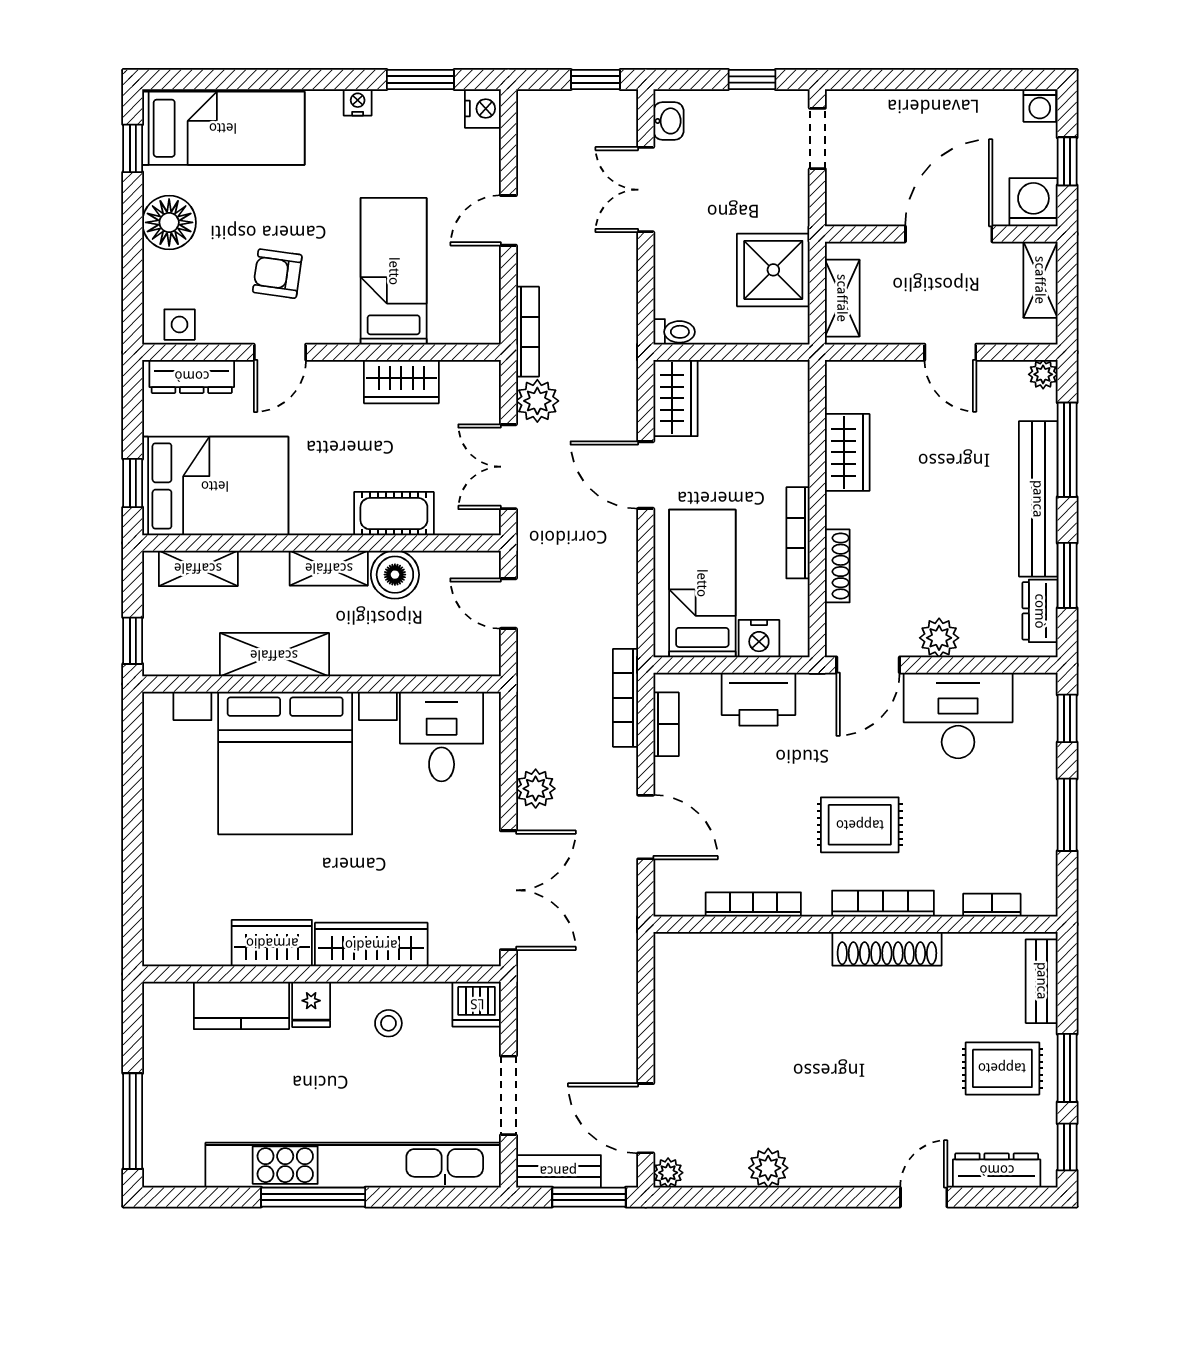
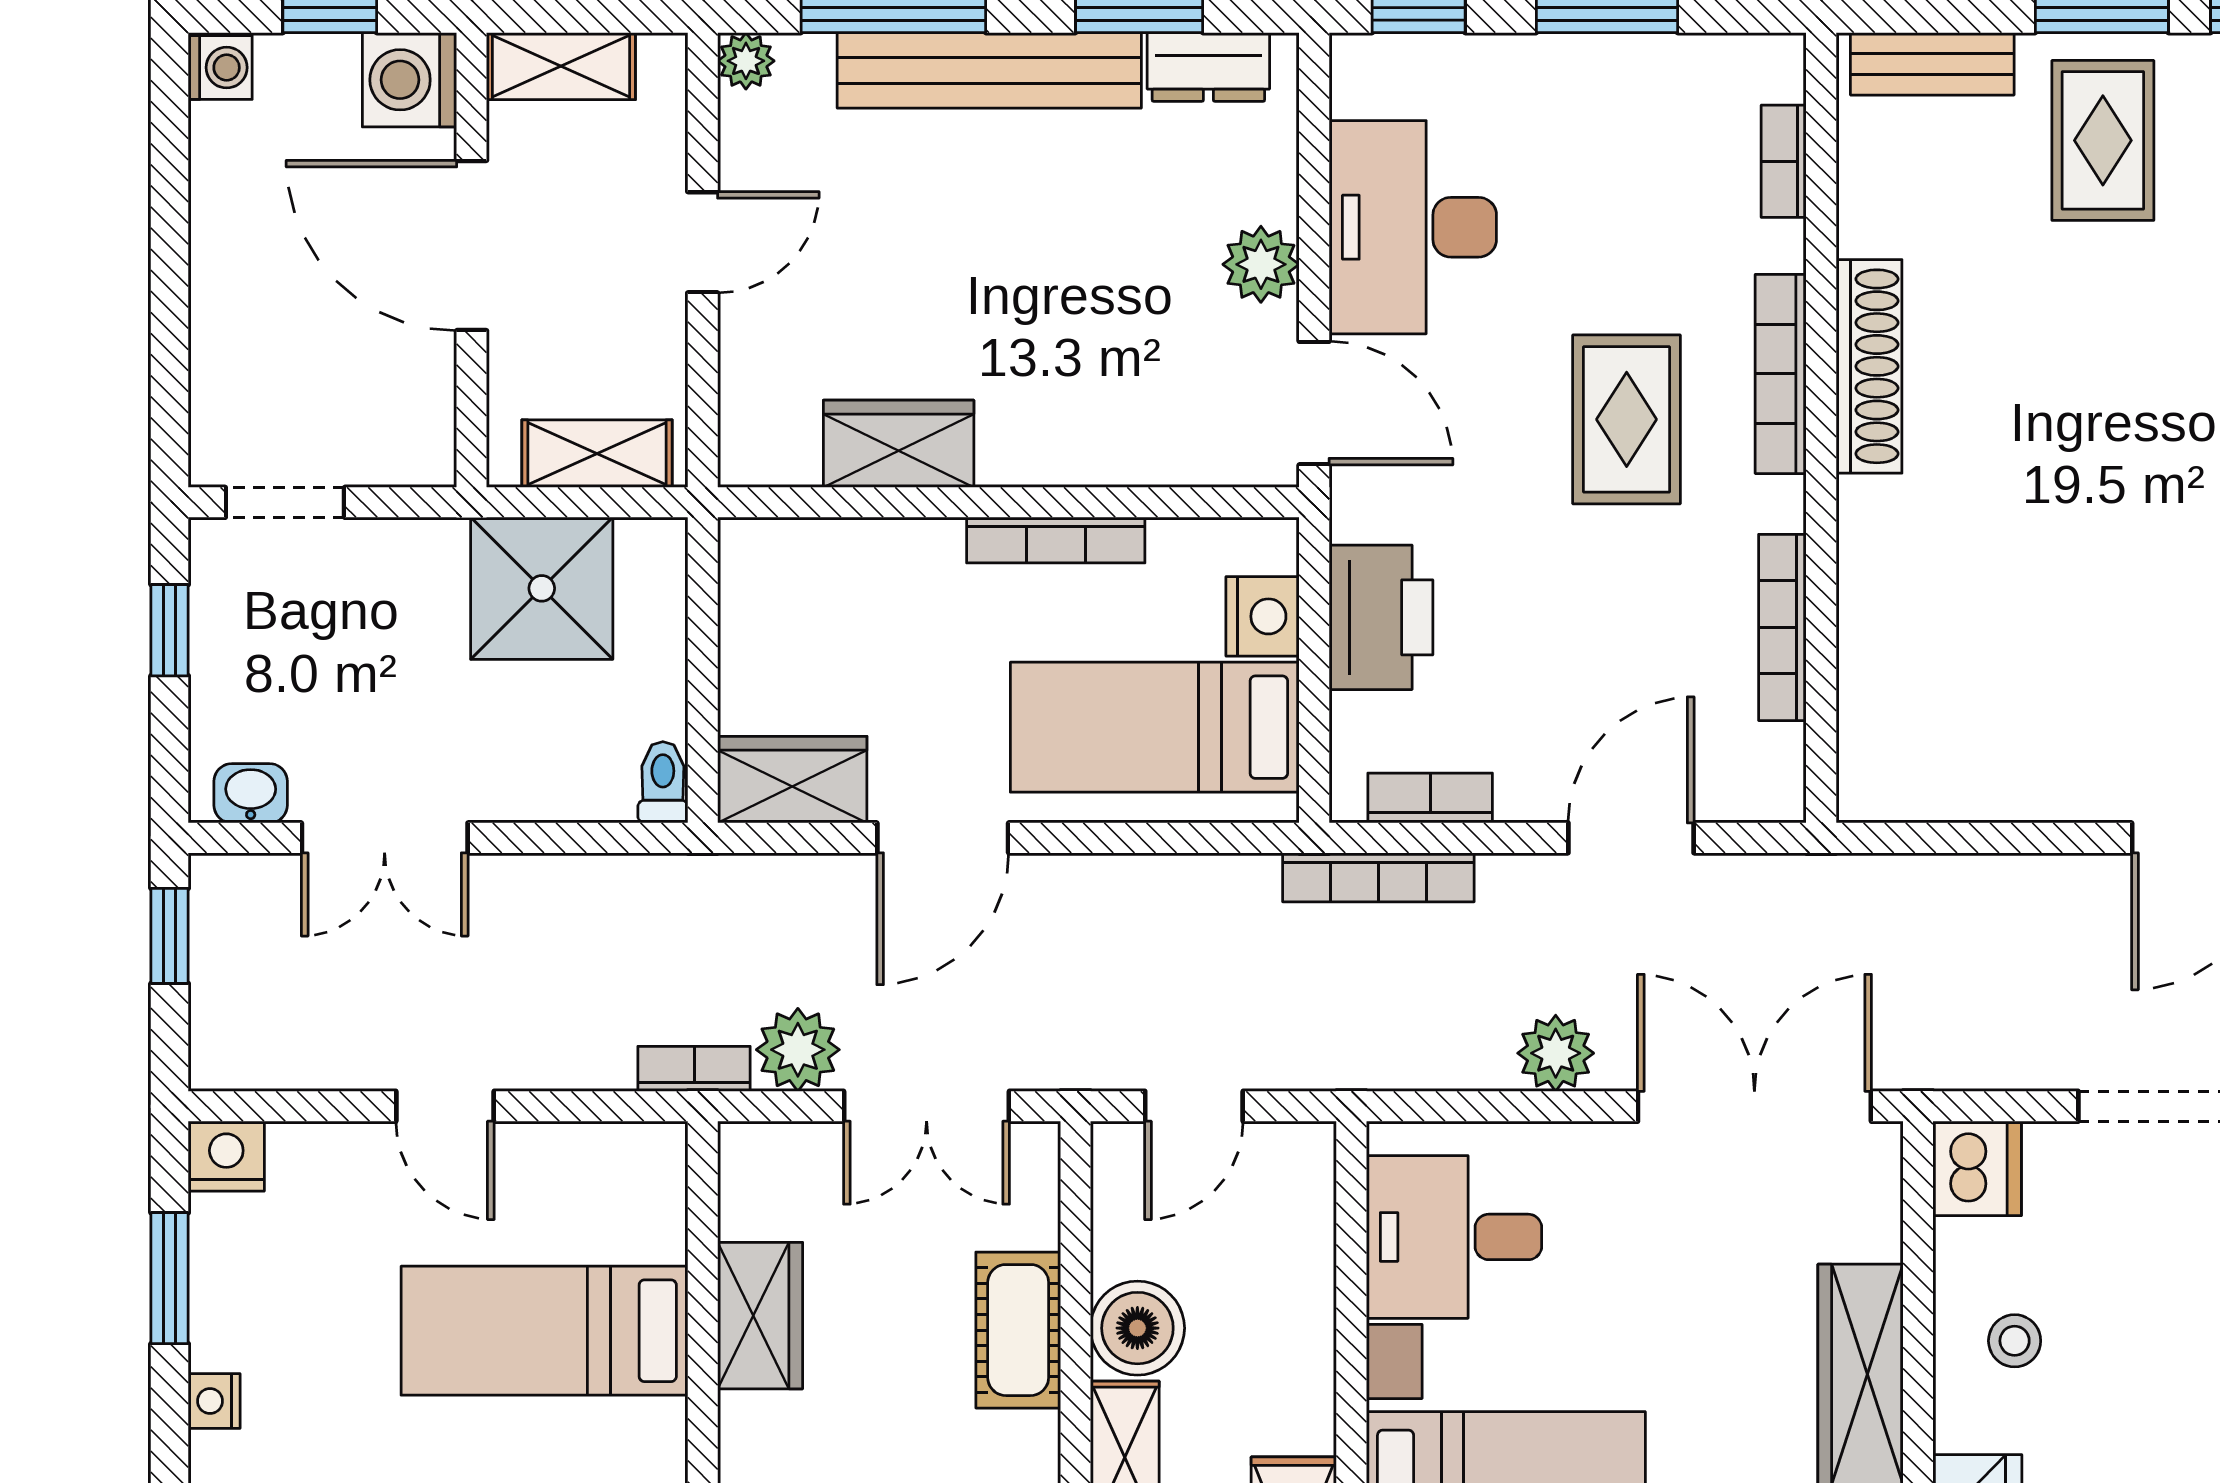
bookcase: (528, 332) -> (694, 1069), width x0.64
shoe rack: (837, 566) -> (1120, 463), removed

